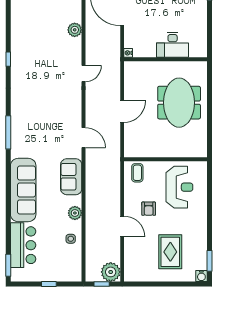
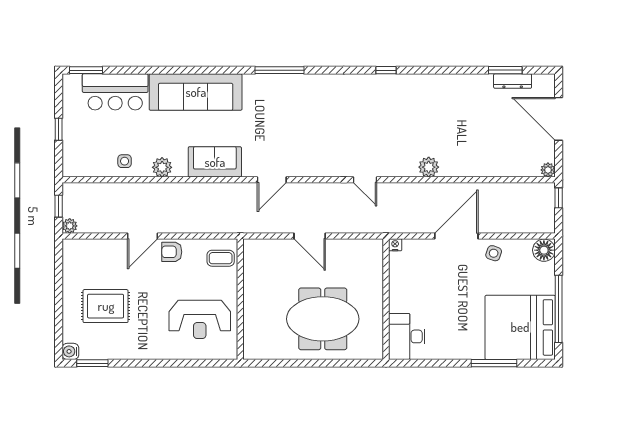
desk: (173, 45) -> (407, 336), moved
armchair: (149, 209) -> (172, 252), moved
plant: (111, 272) -> (70, 226), width x0.53, depth x0.53

